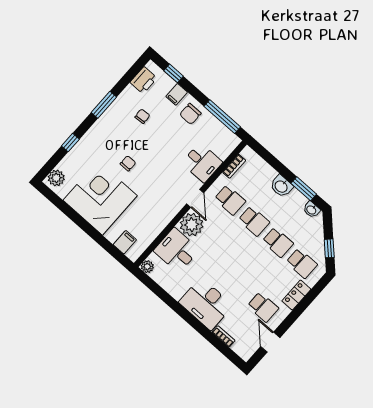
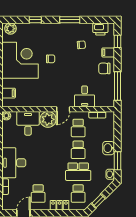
school desk: (278, 242) -> (78, 172), width x1.85

